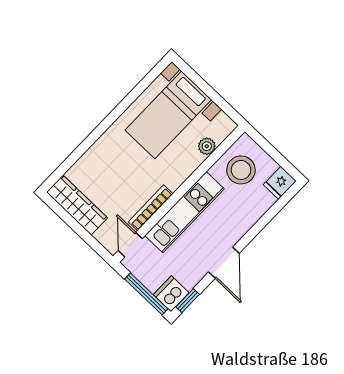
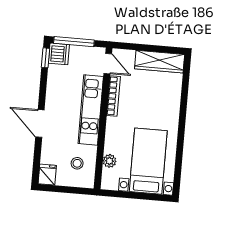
stool: (241, 170) -> (77, 163), width x0.53, depth x0.53
door: (224, 263) -> (40, 123), moved

